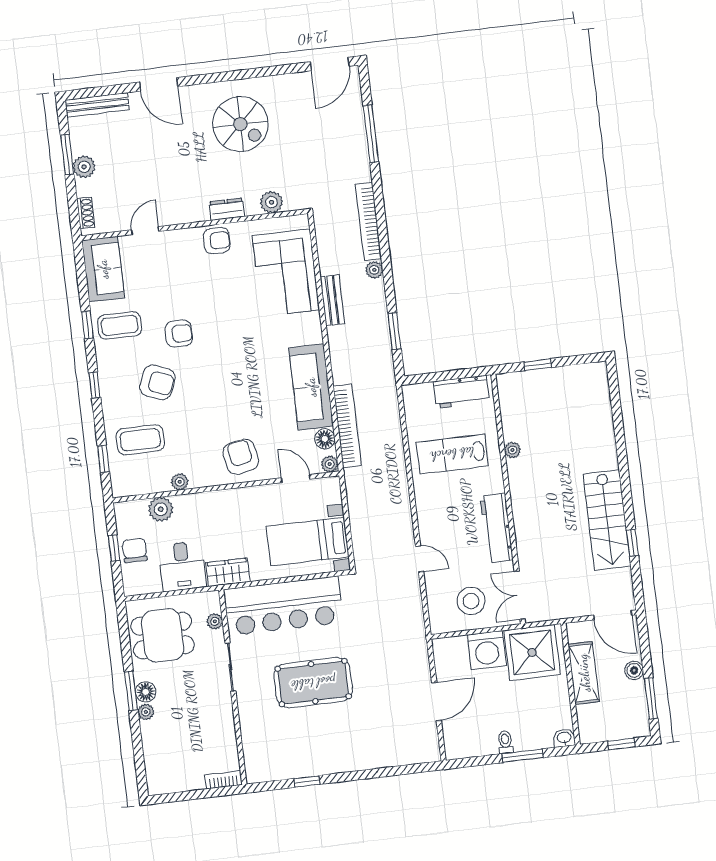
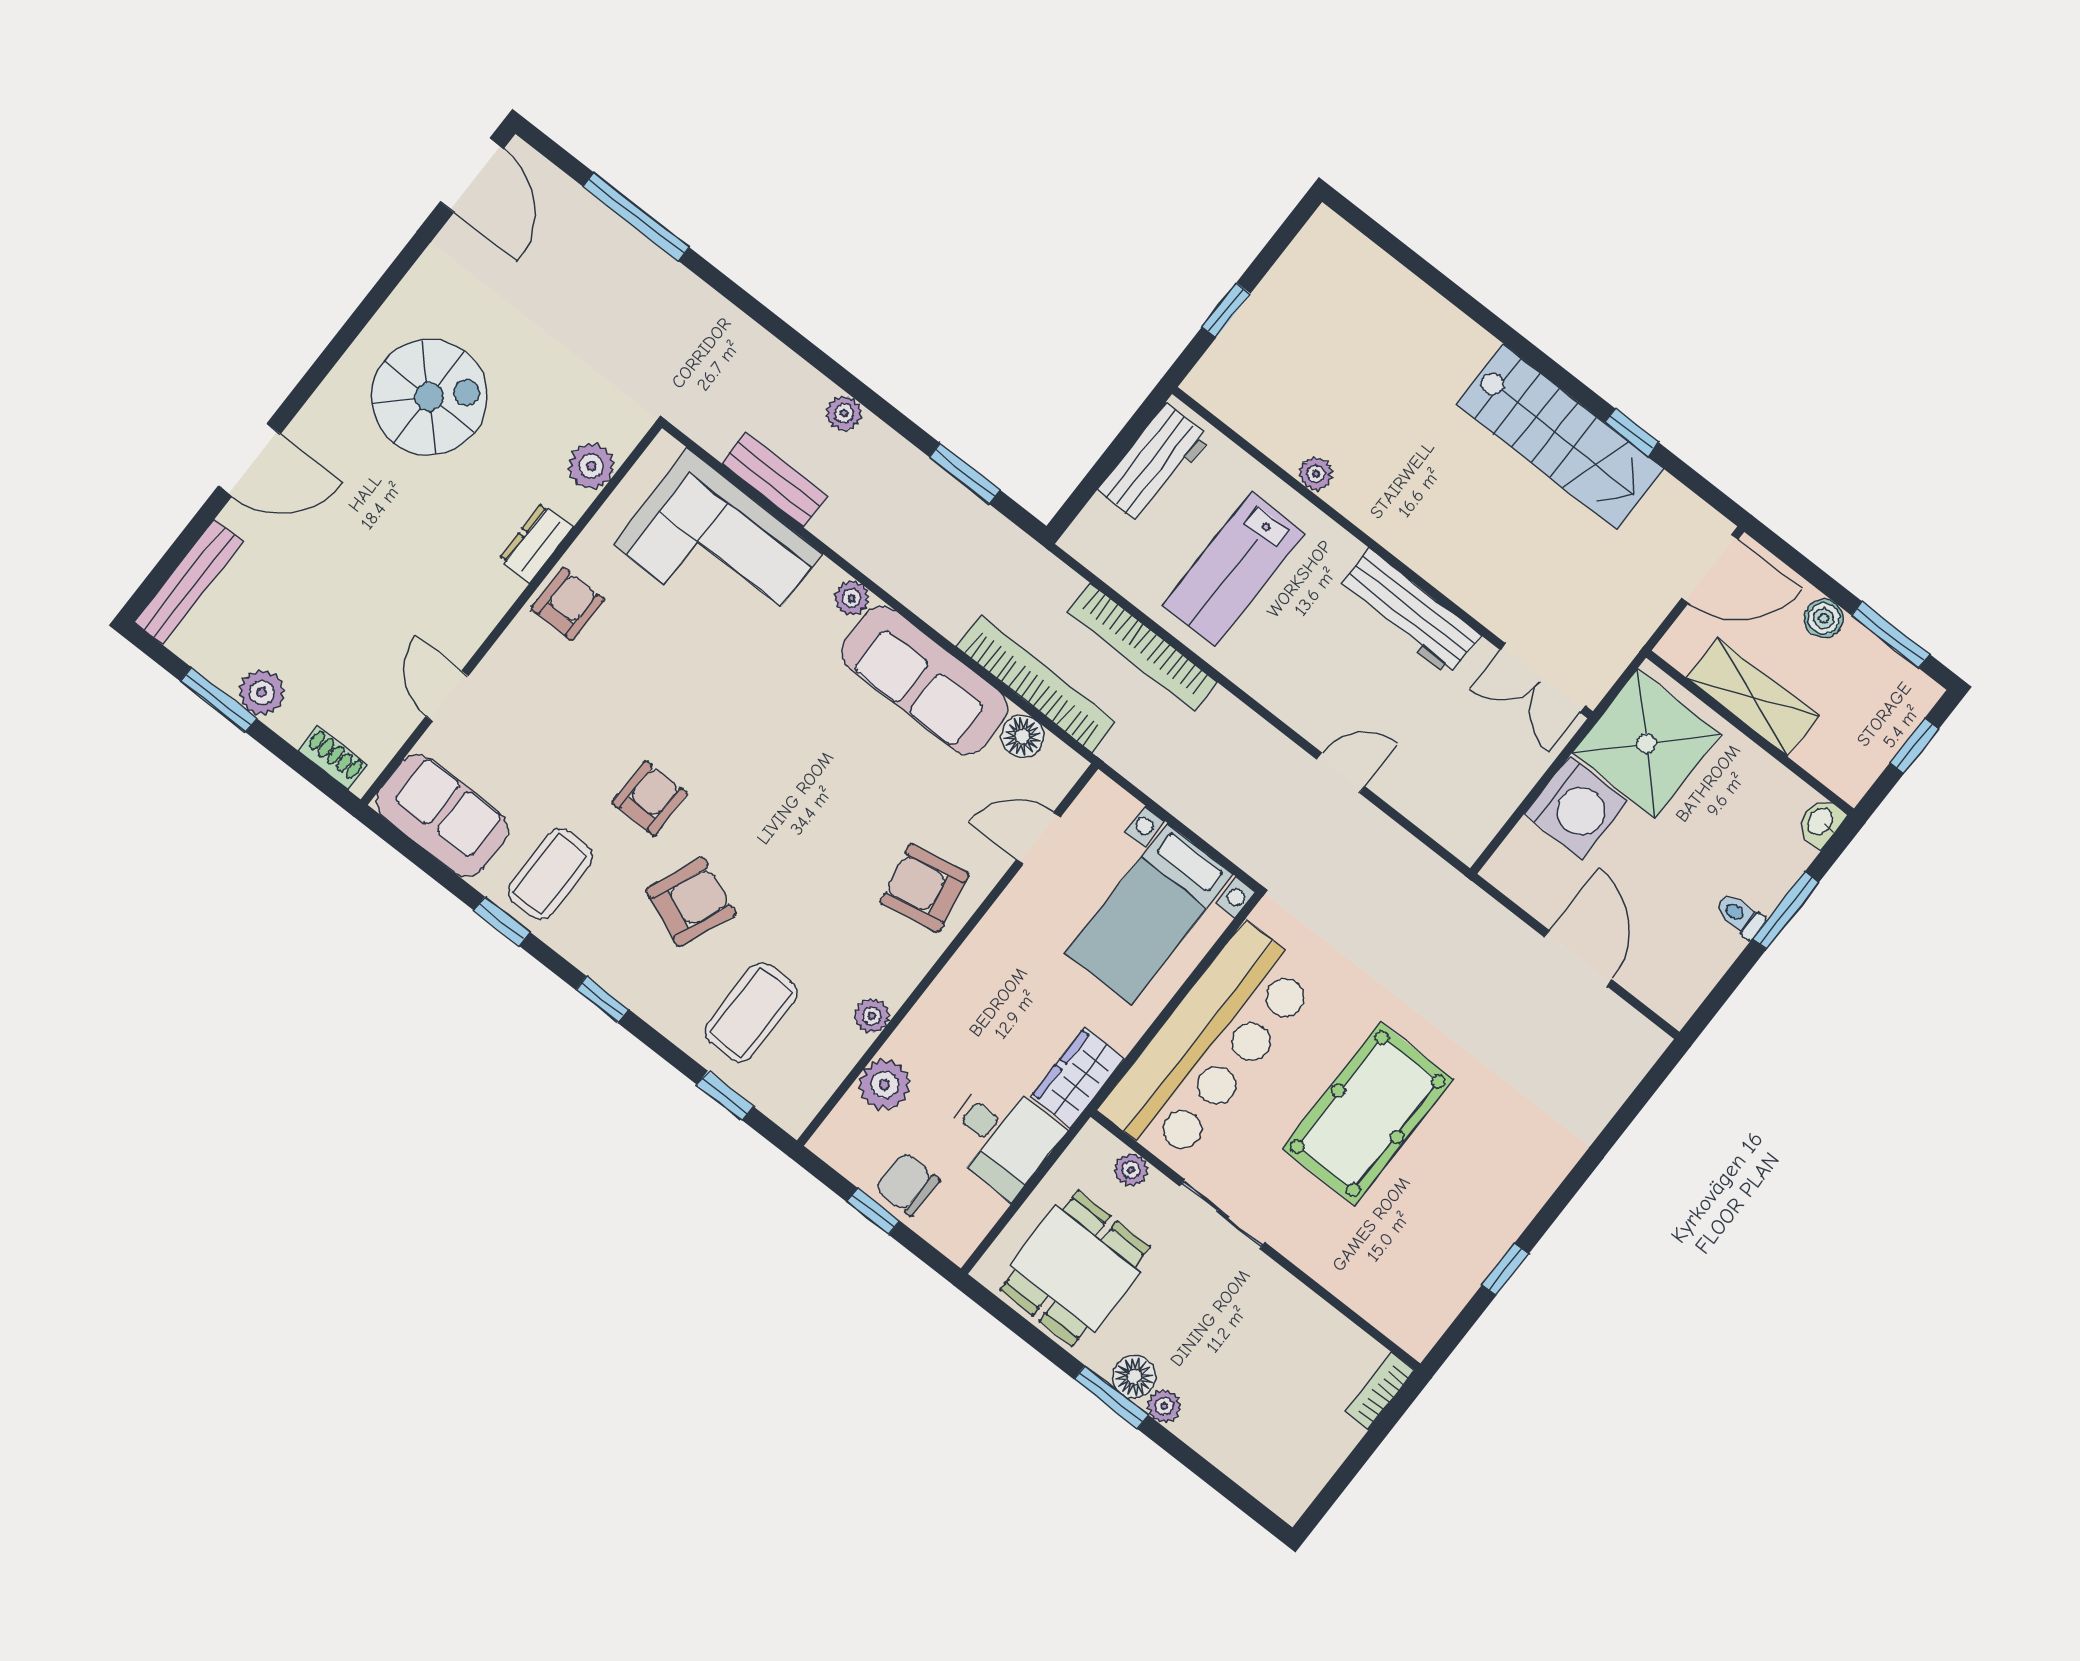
bookcase: (368, 222) -> (1142, 647), moved
bench: (332, 300) -> (774, 480), moved
plant: (330, 464) -> (852, 598), moved
stool: (471, 601) -> (1479, 758), removed

